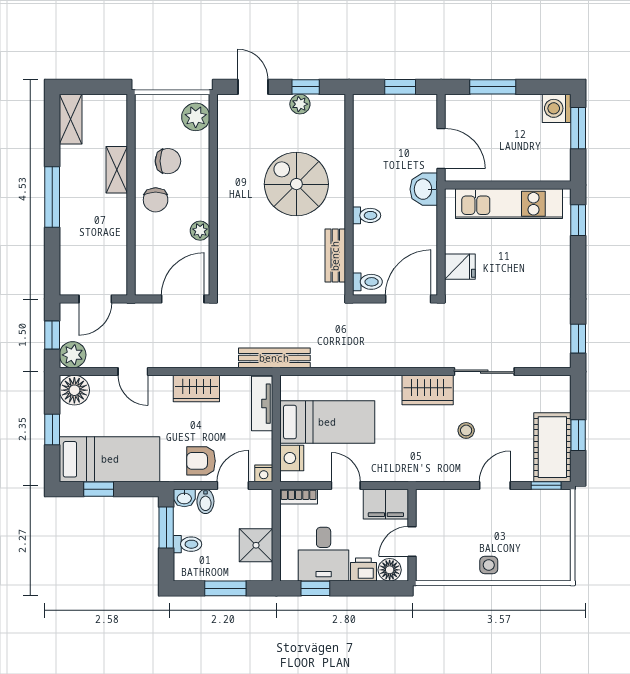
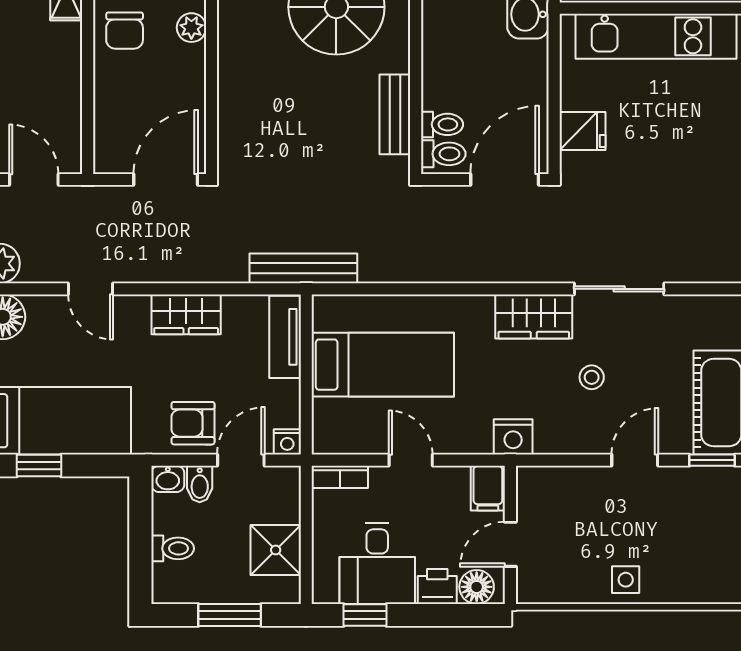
toilet: (367, 215) -> (442, 124), moved
plant: (200, 231) -> (191, 28), moved
door: (95, 299) -> (34, 179), swing flipped
nightstand: (292, 458) -> (513, 437), moved, turned -90
filing cabinet: (386, 504) -> (488, 488), width x0.50
window: (166, 528) -> (140, 523), removed

